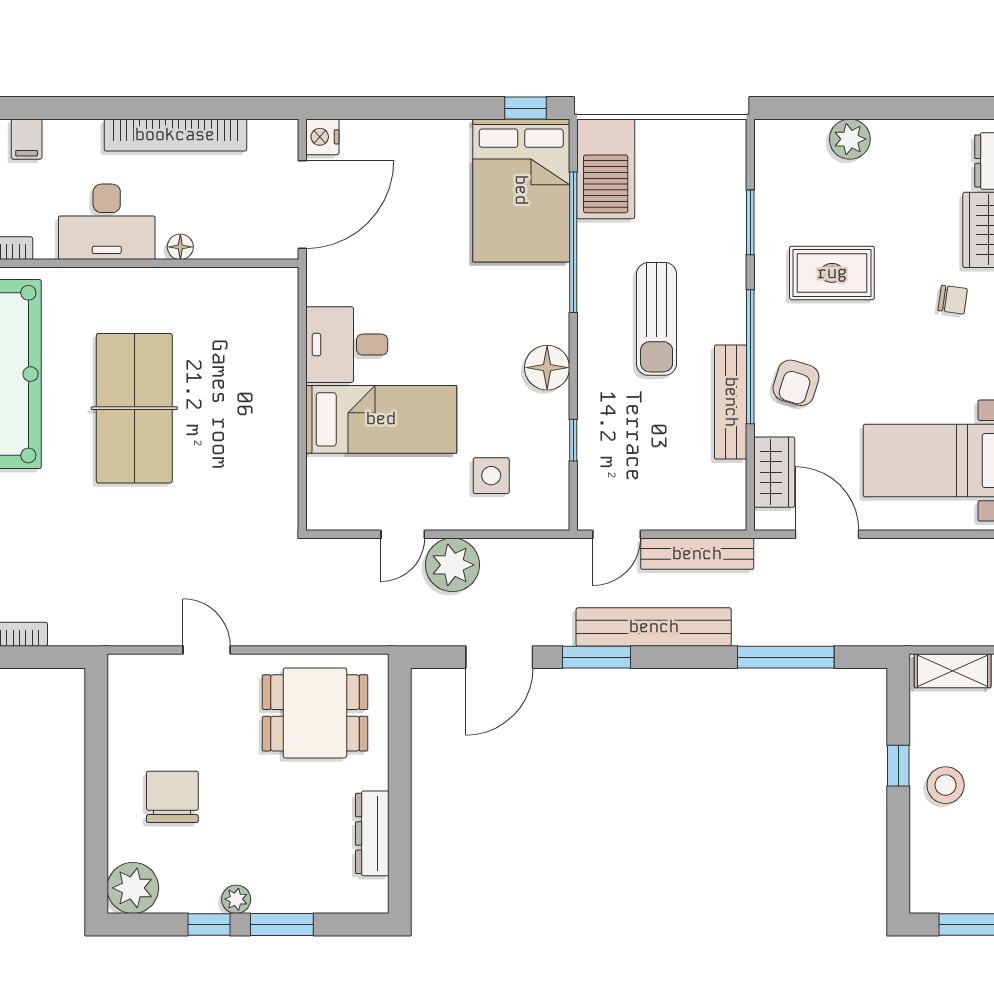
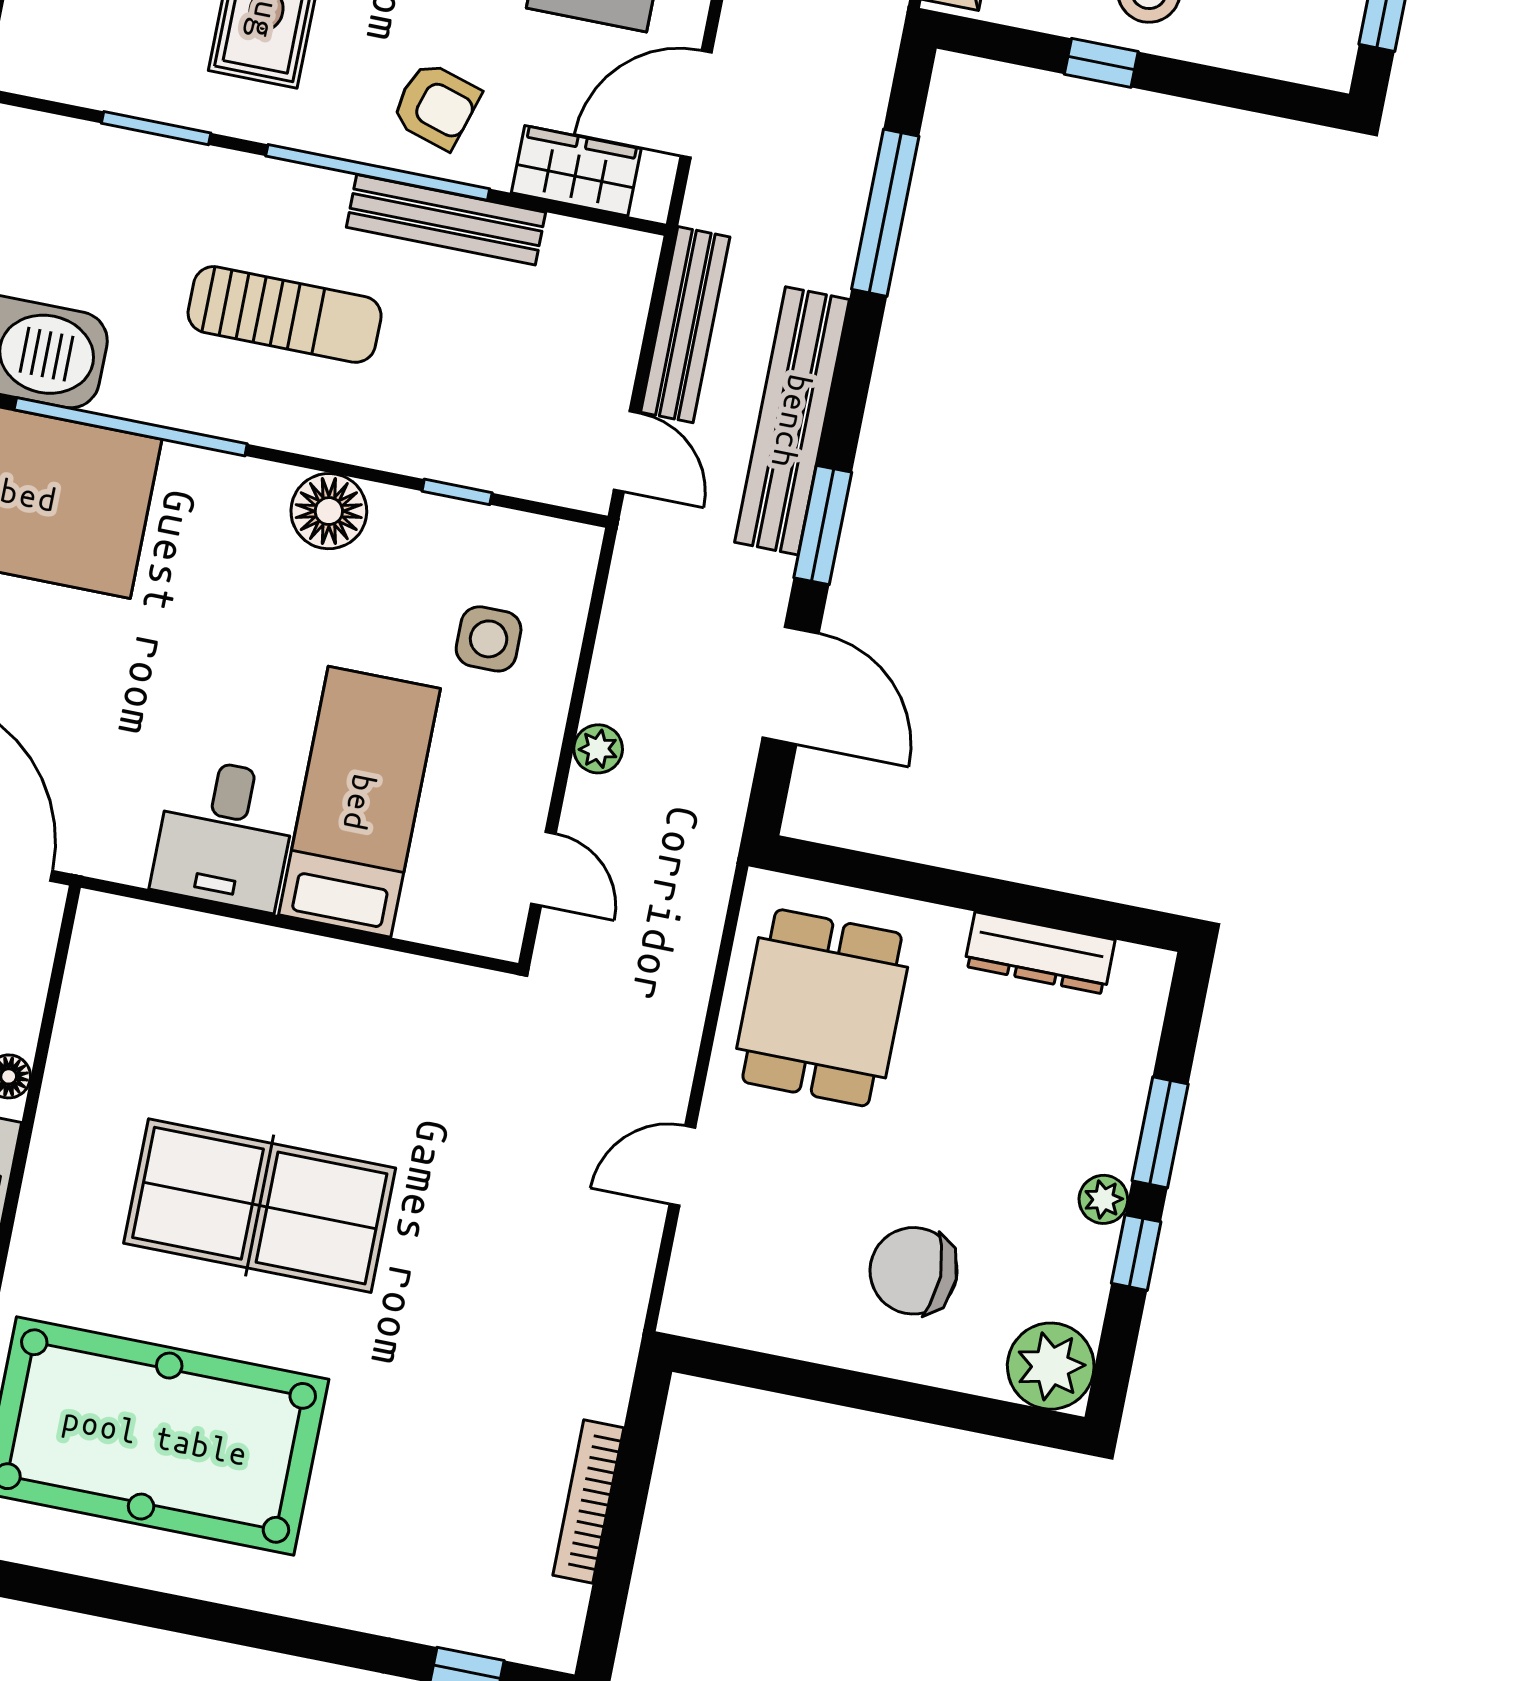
door: (403, 534) -> (543, 869), moved
plant: (452, 565) -> (598, 749), width x0.53, depth x0.53

